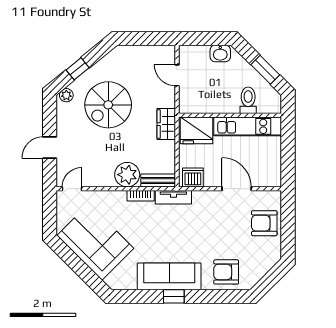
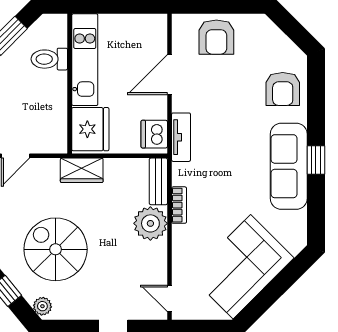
spiral stairs: (108, 105) -> (56, 249), turned 180
tv unit: (173, 197) -> (181, 137), moved

